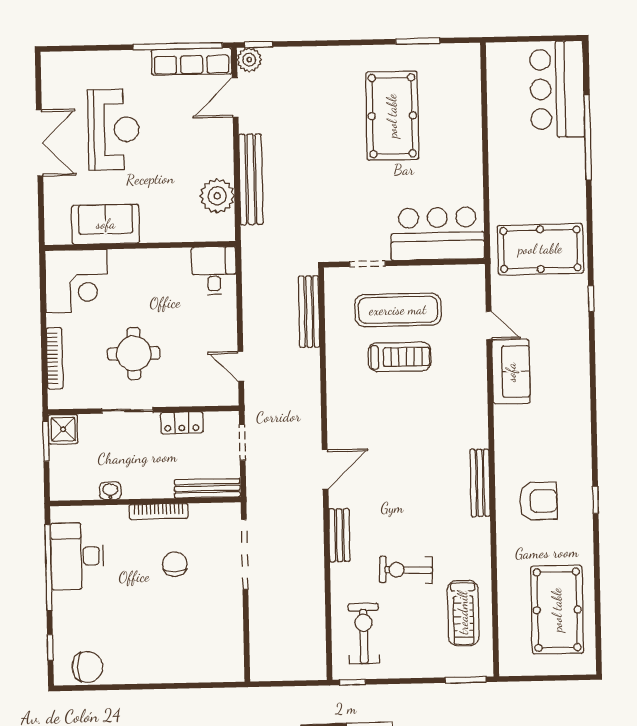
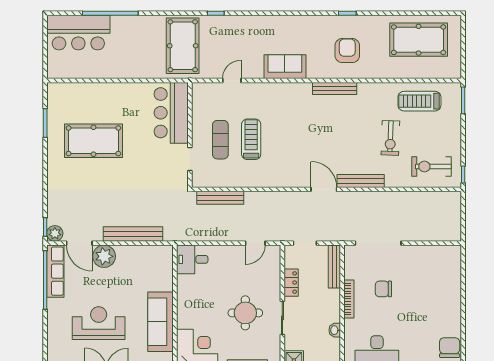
plant: (217, 196) -> (104, 256), moved
sofa: (106, 224) -> (160, 322), width x1.36
exercise mat: (398, 310) -> (220, 140), width x0.73, depth x0.69
sofa: (511, 372) -> (285, 67), moved
bench: (339, 535) -> (361, 181), width x1.36
treadmill: (463, 613) -> (419, 101), turned 180

